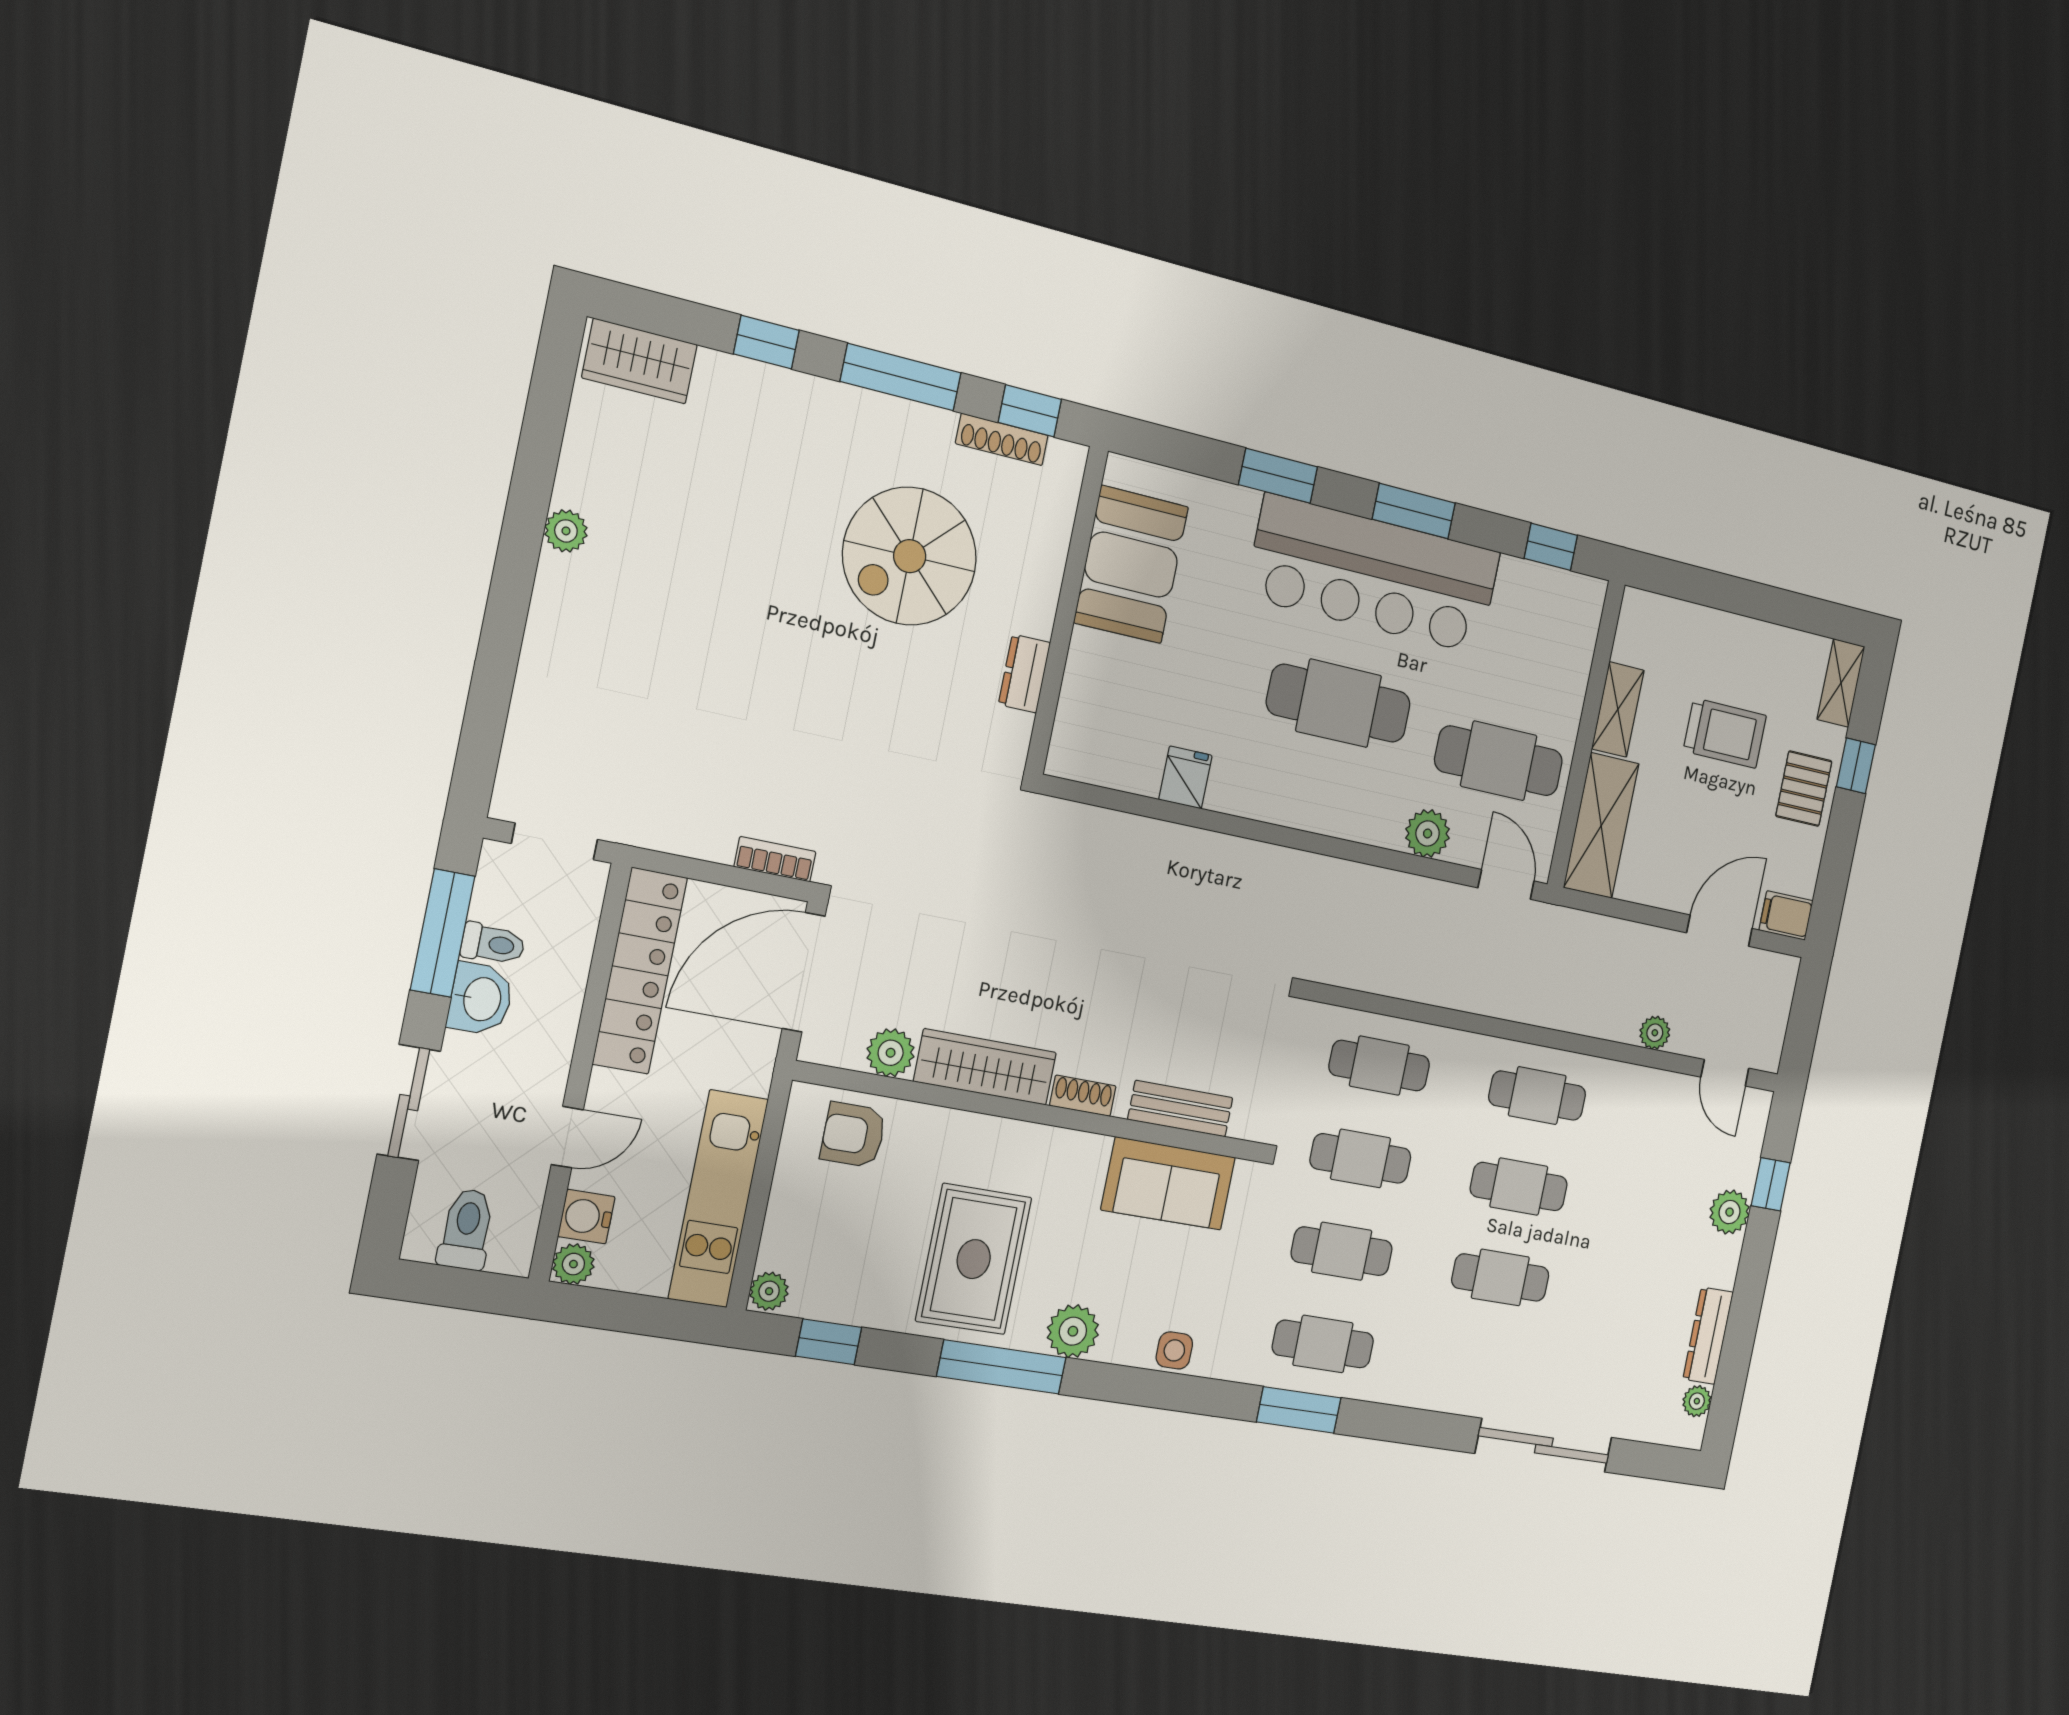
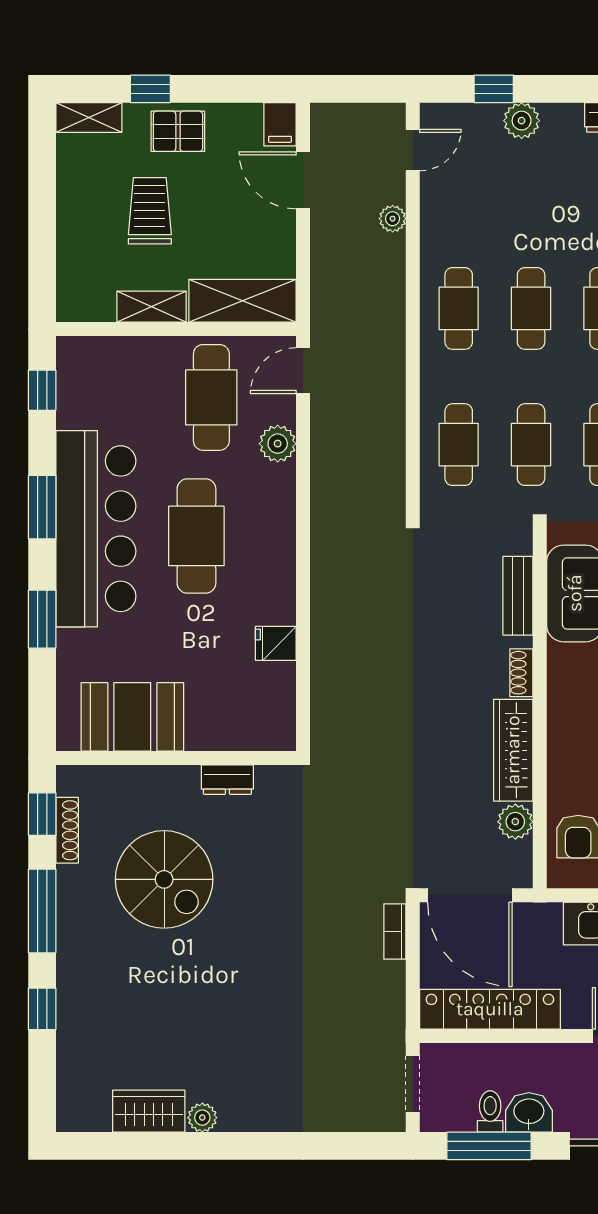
wardrobe: (640, 361) -> (149, 1111), moved, turned -90

